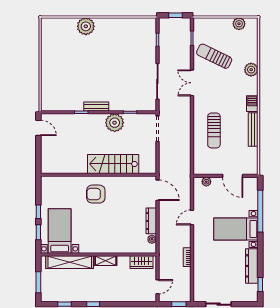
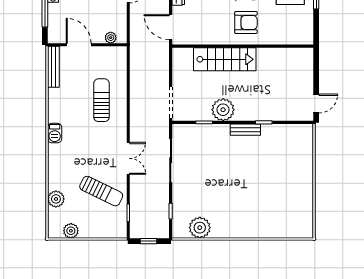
plant: (86, 26) -> (200, 228), moved
plant: (251, 70) -> (56, 199), moved
door: (38, 128) -> (316, 103), swing flipped
bench: (253, 129) -> (53, 67), moved

